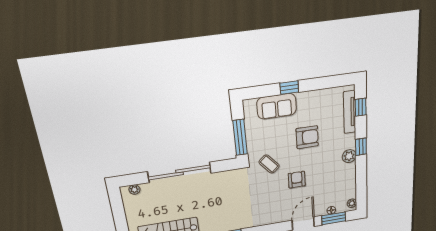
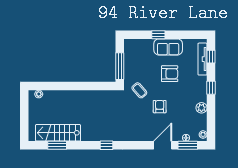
sofa: (277, 106) -> (168, 47), moved
plant: (349, 156) -> (201, 108), moved
sliding door: (179, 172) -> (73, 86), removed

